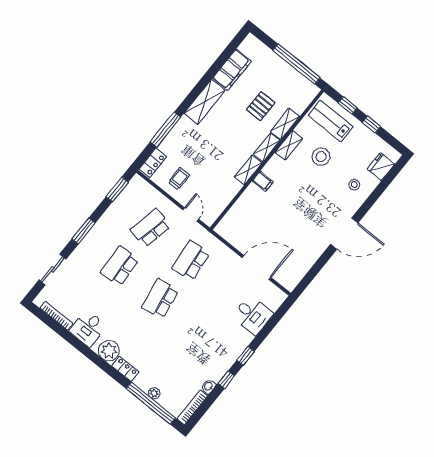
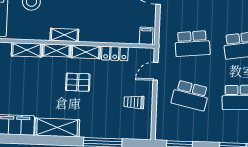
pallet: (261, 106) -> (78, 82), moved
shelving: (289, 145) -> (64, 35), moved
locker: (153, 163) -> (115, 54), moved, turned 180
filing cabinet: (263, 181) -> (146, 36), moved

